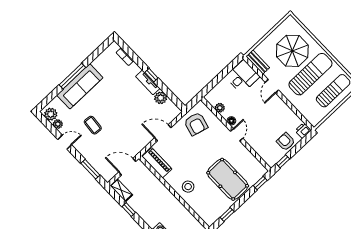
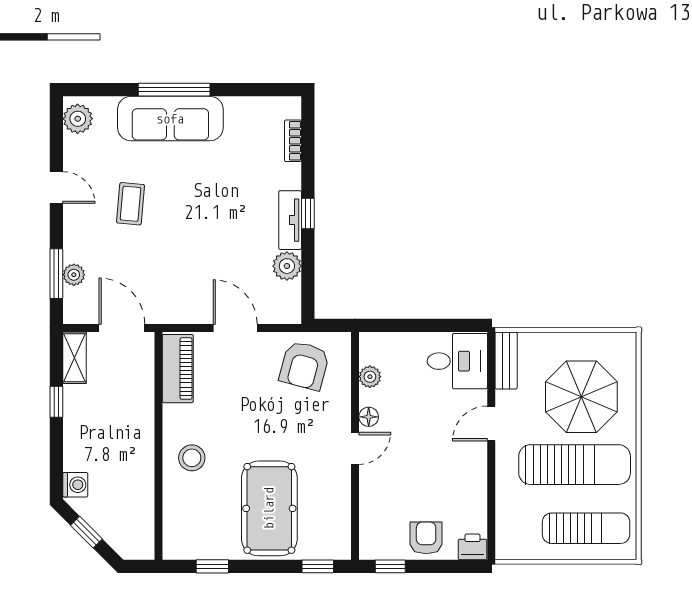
plant: (58, 124) -> (74, 275), moved

